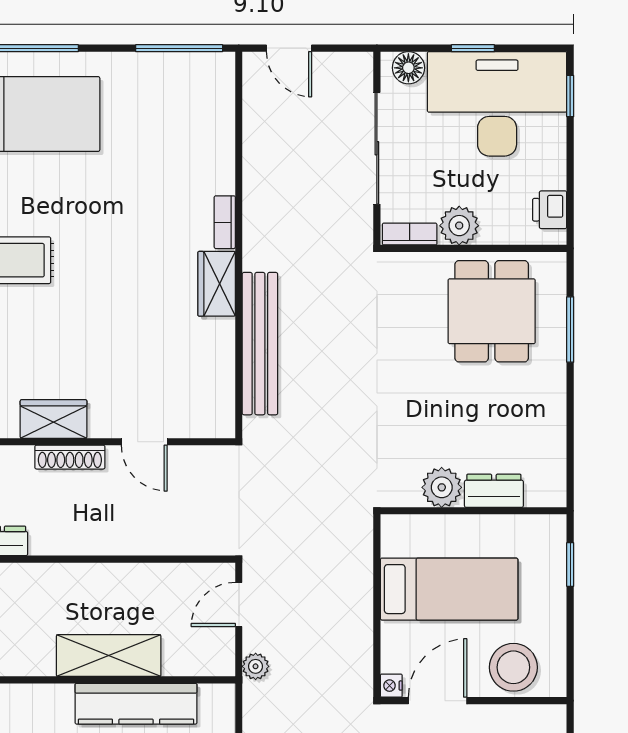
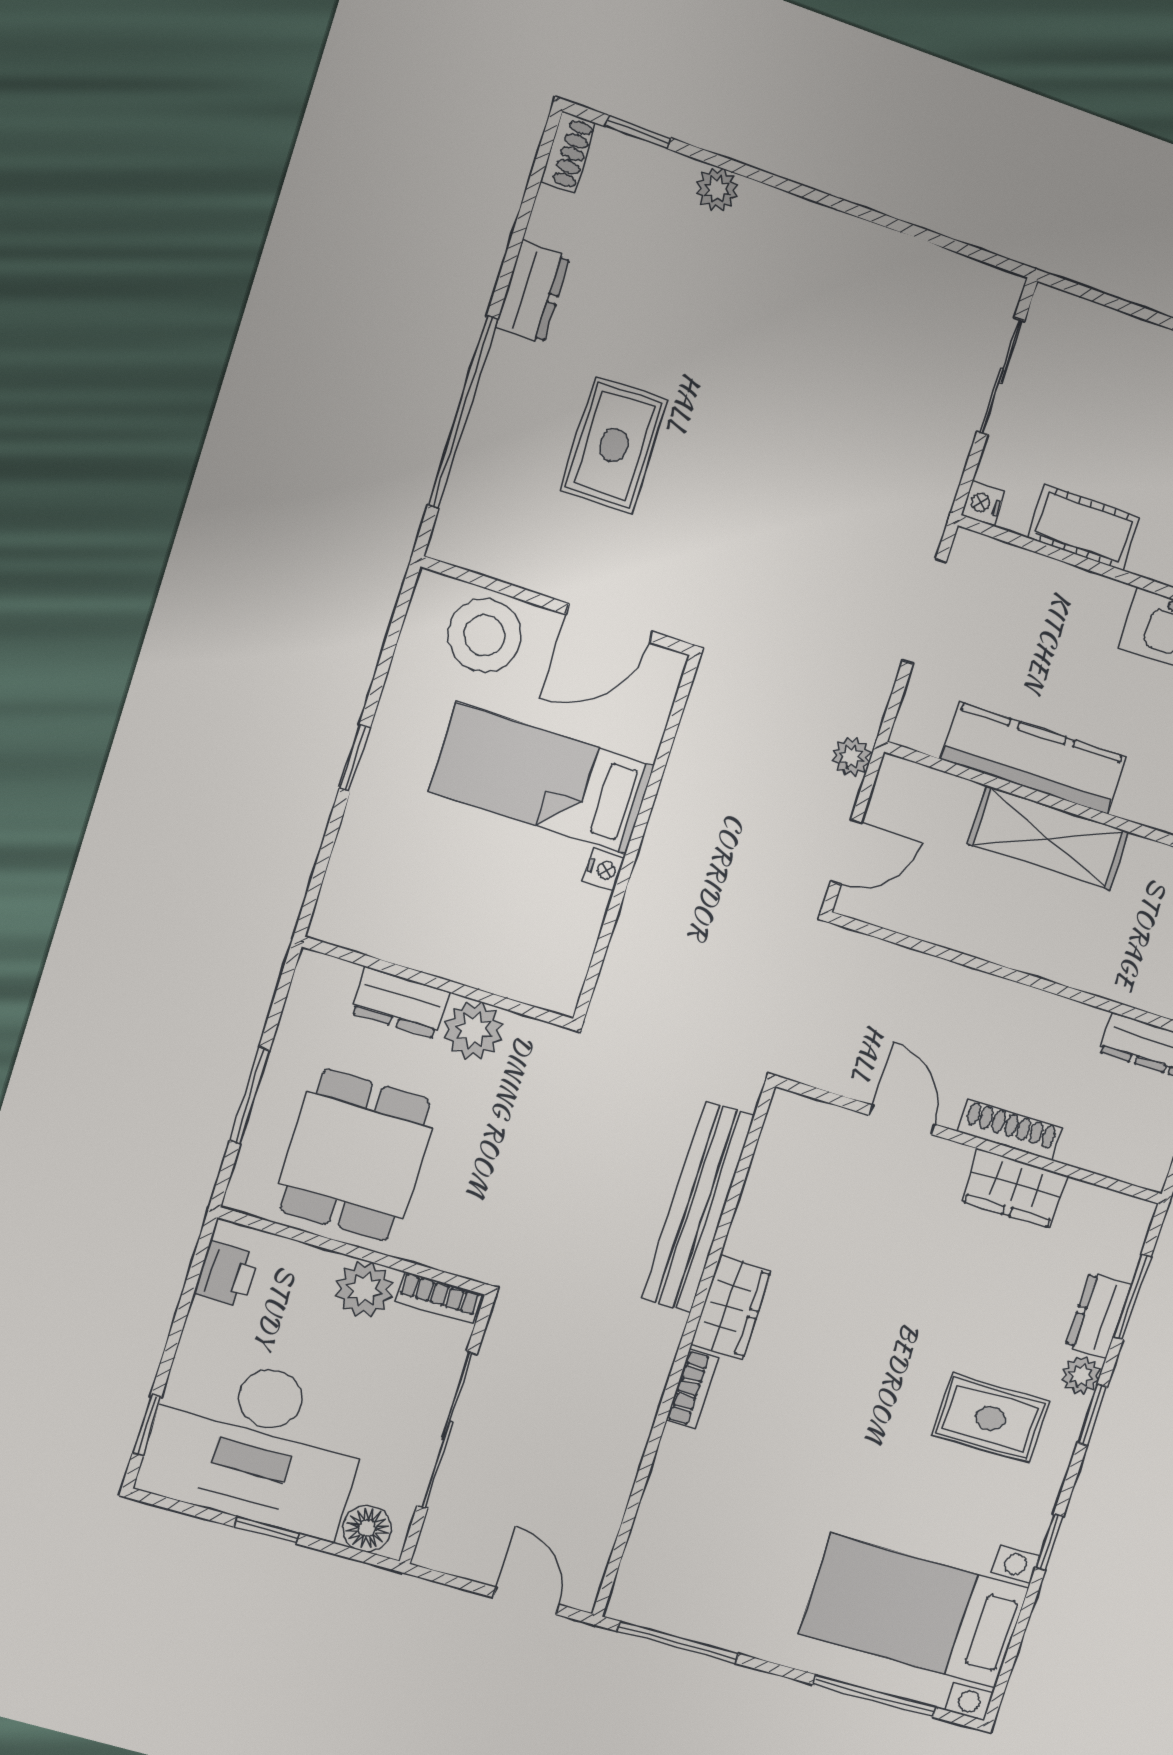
plant: (442, 487) -> (474, 1030), moved
dresser: (494, 491) -> (400, 1003), moved
wall: (474, 511) -> (438, 983), moved
nightstand: (391, 686) -> (604, 870), moved

